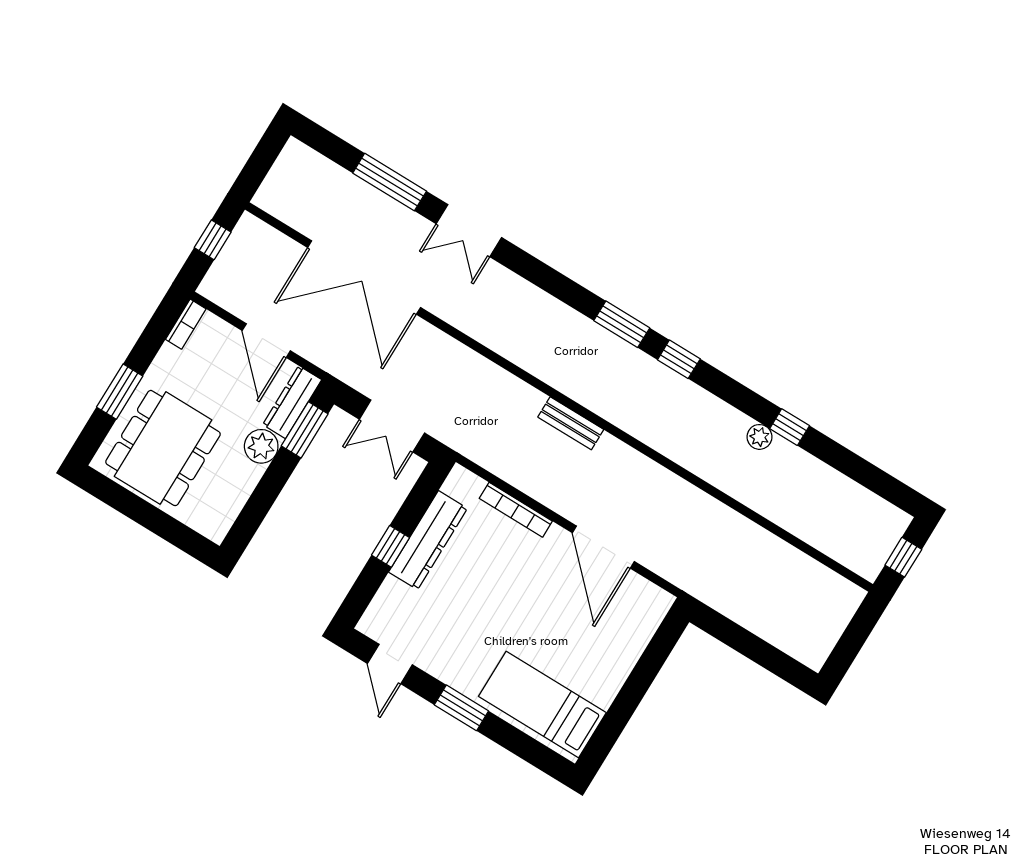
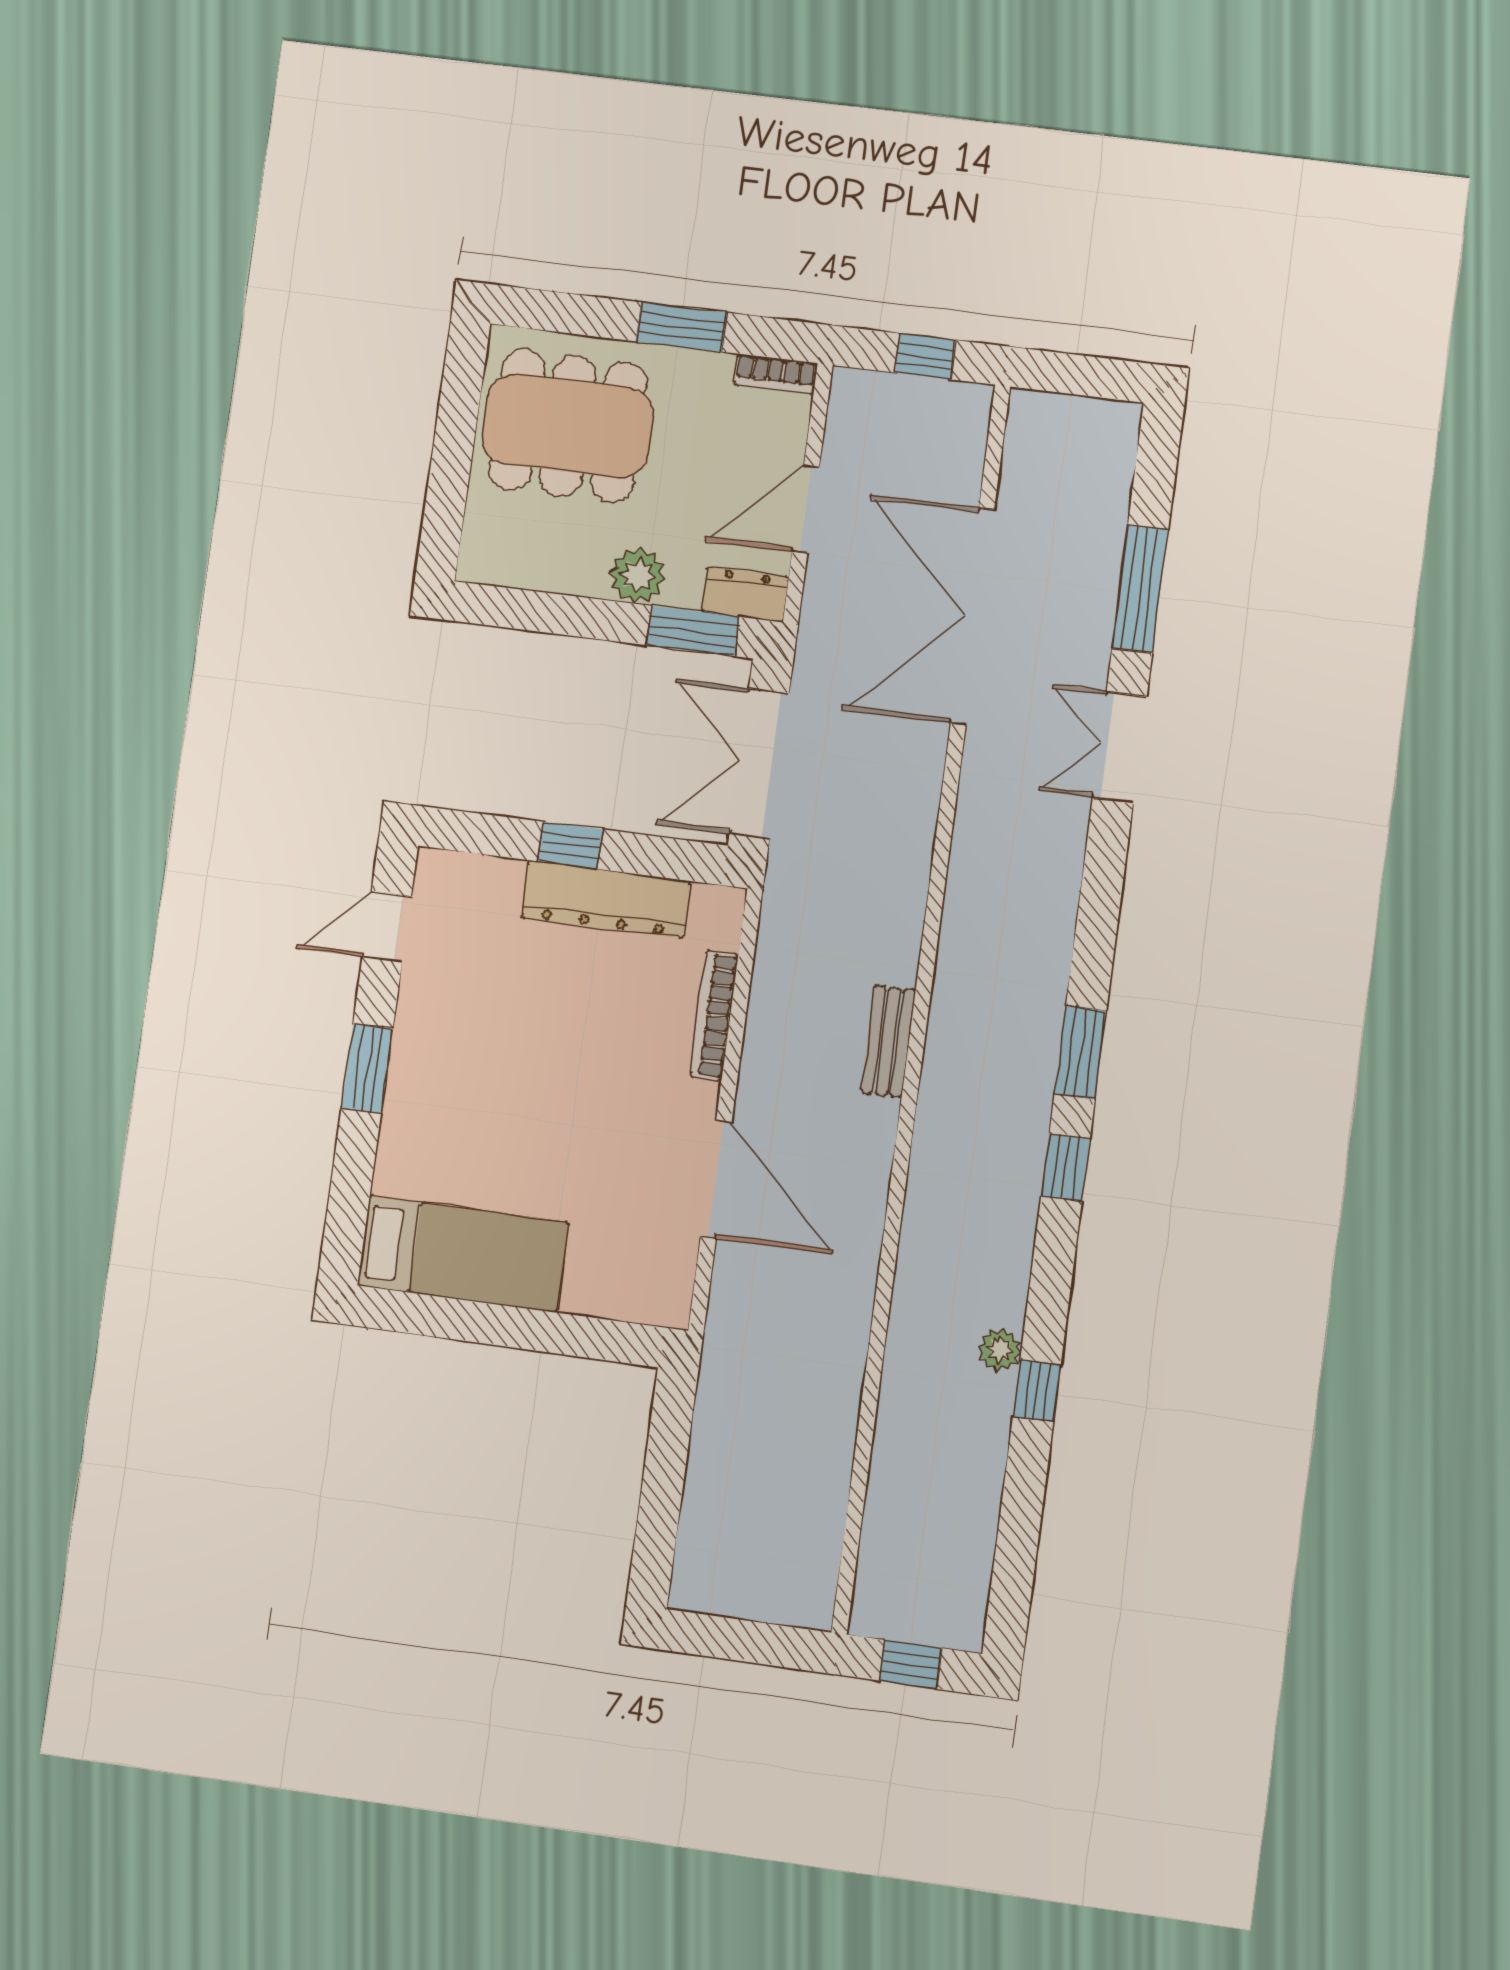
window: (120, 392) -> (681, 327), moved
dresser: (292, 402) -> (745, 595), width x0.70
double door: (392, 426) -> (759, 764), width x1.37
door: (603, 547) -> (716, 1179), swing flipped
bed: (542, 705) -> (463, 1254), moved, turned 90

